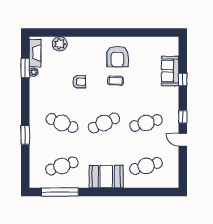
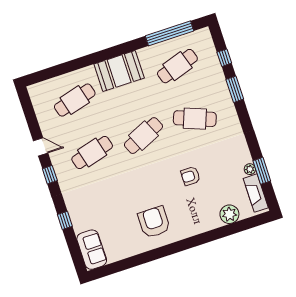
sofa: (170, 71) -> (92, 250), moved
coffee table: (115, 81) -> (147, 192), removed
window: (25, 161) -> (224, 58), added

